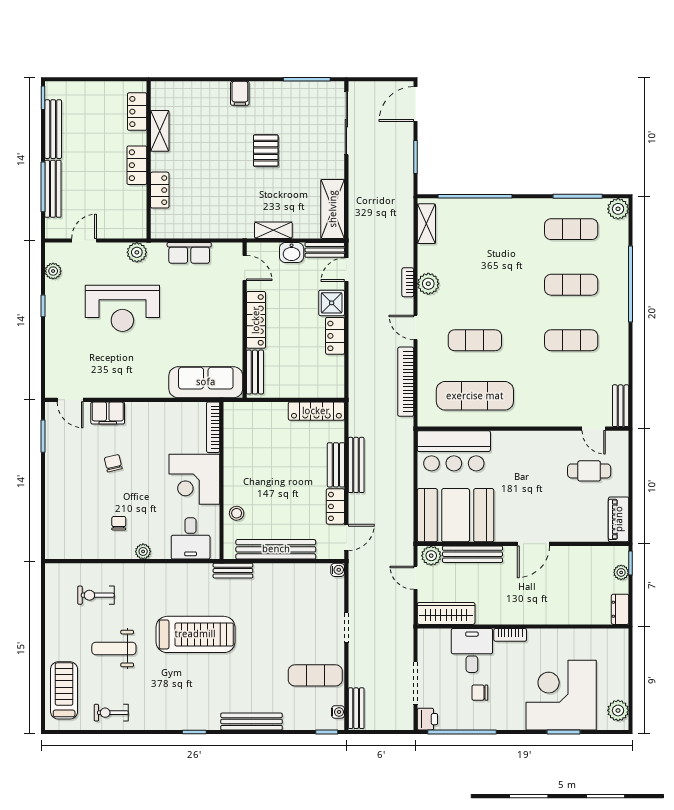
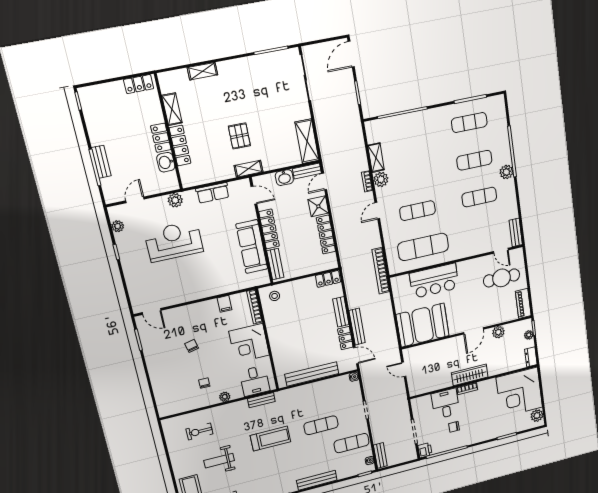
shelving: (210, 90) -> (202, 71), added
filing cabinet: (240, 93) -> (225, 70), removed
locker: (137, 112) -> (139, 84), moved, turned -90
bench: (53, 129) -> (92, 123), removed
pallet: (266, 151) -> (239, 136), moved
bench: (53, 189) -> (101, 162), width x0.73
locker: (160, 190) -> (180, 146), width x1.53
washbasin: (136, 199) -> (166, 162), added
plant: (618, 209) -> (506, 172), moved
shelving: (426, 224) -> (376, 158), moved
shelving: (273, 230) -> (249, 169), moved
reception desk: (122, 308) -> (174, 241), turned 180
door: (415, 327) -> (377, 211), hinge flipped
locker: (335, 336) -> (326, 235), width x1.53
sofa: (206, 382) -> (252, 247), moved, turned -90
bookcase: (406, 382) -> (381, 271), moved
locker: (316, 411) -> (328, 279), width x0.66
filing cabinet: (108, 413) -> (225, 304), moved, width x0.50
bar counter: (454, 451) -> (434, 281), moved
bench: (356, 465) -> (357, 327), moved
cafe table: (589, 471) -> (502, 278), width x1.37, depth x1.35
stool: (237, 513) -> (275, 296), moved
door: (346, 538) -> (356, 356), hinge flipped
bench: (473, 554) -> (437, 346), removed
plant: (431, 556) -> (498, 332), moved
bench: (233, 571) -> (261, 400), moved
wardrobe: (446, 613) -> (470, 375), moved
treadmill: (195, 634) -> (270, 439), width x0.73, depth x0.73
exercise mat: (274, 634) -> (321, 425), added
corner desk: (561, 695) -> (519, 392), moved, turned -90

